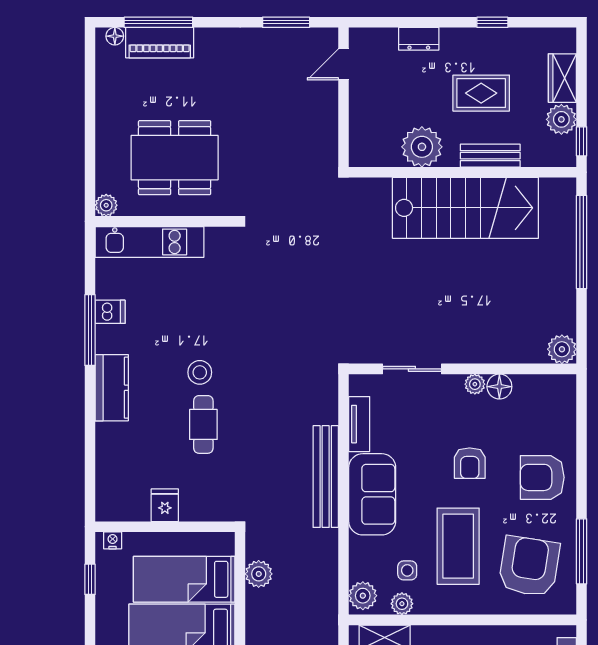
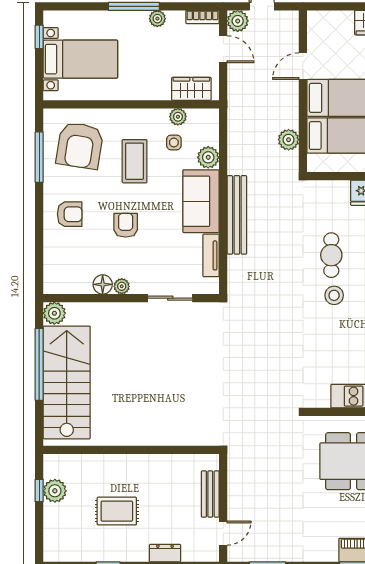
wardrobe: (562, 78) -> (54, 523), removed
window: (582, 141) -> (39, 490), moved
plant: (422, 147) -> (163, 470), removed
bench: (490, 156) -> (210, 494), moved, turned 90
stairs: (465, 208) -> (67, 382), moved, turned 90
window: (582, 242) -> (39, 364), moved
armchair: (542, 477) -> (70, 214), width x0.72, depth x0.72
coffee table: (458, 546) -> (135, 161), width x0.73, depth x0.76
plant: (363, 596) -> (208, 157), moved

